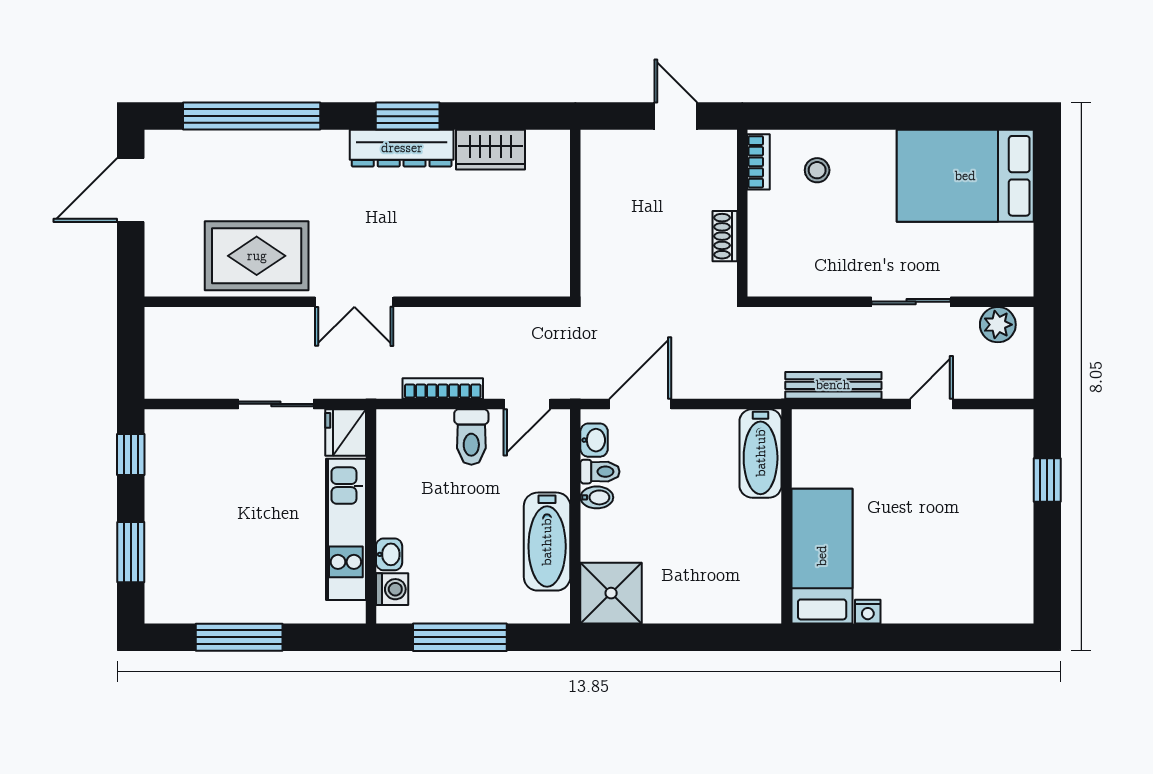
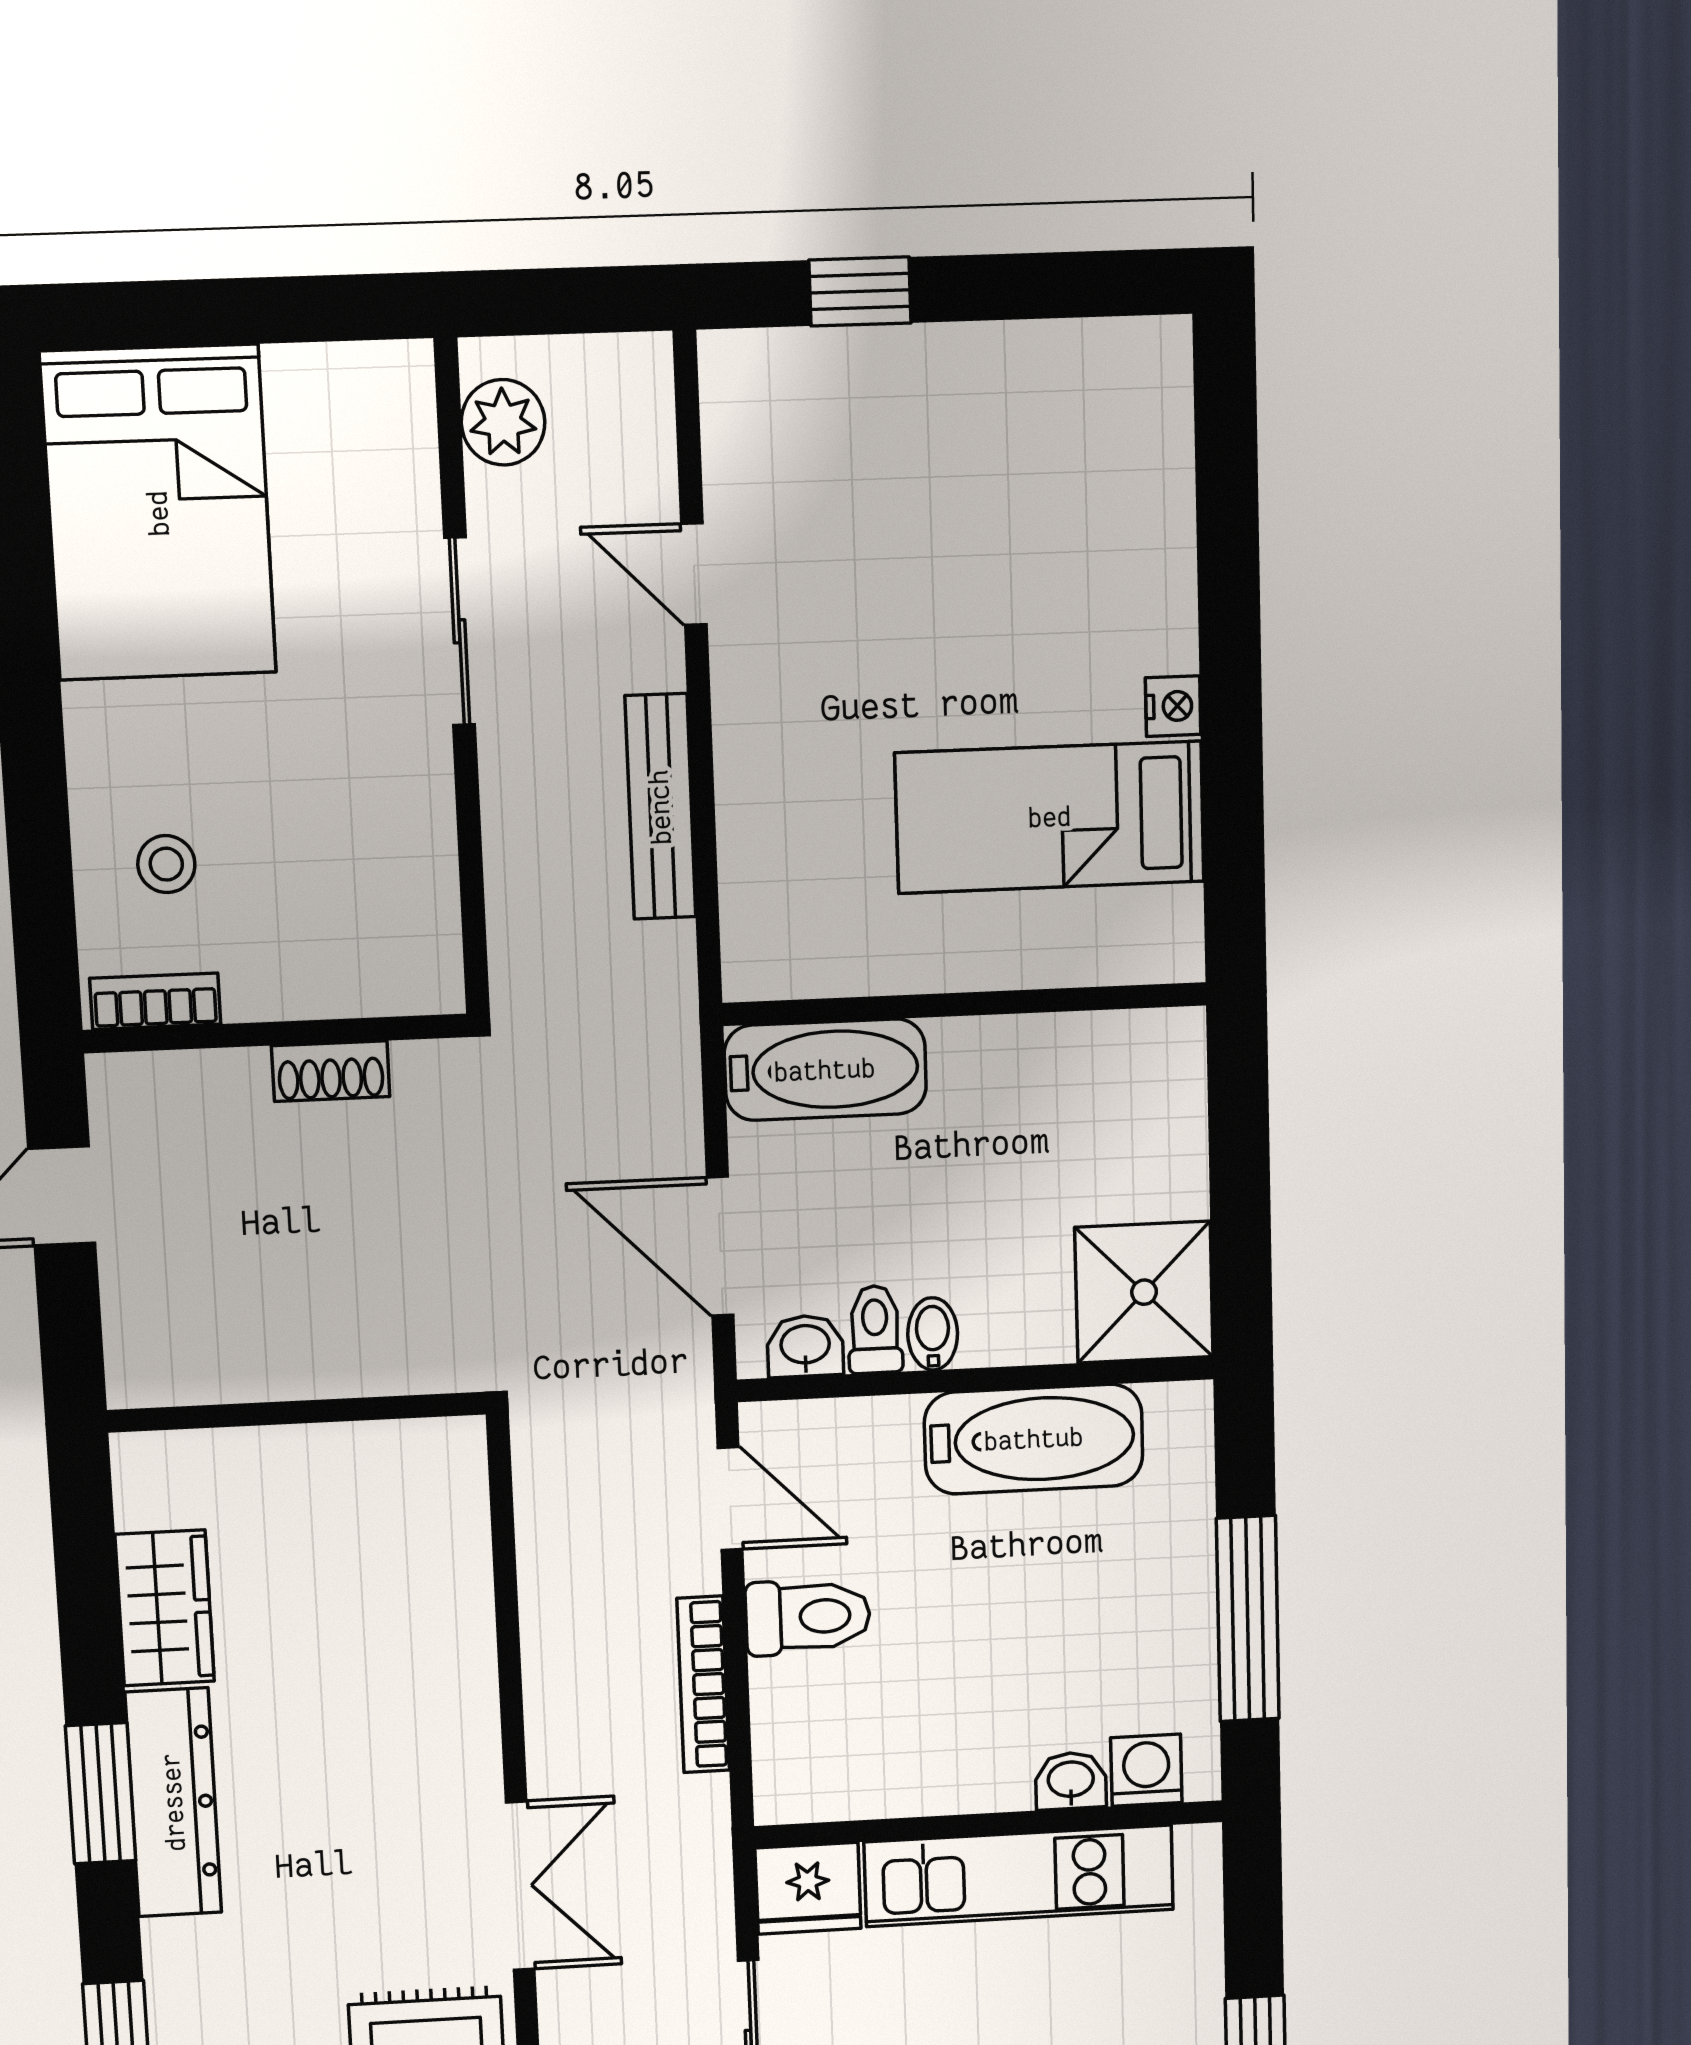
bathtub: (761, 453) -> (825, 1070), moved
wall: (787, 516) -> (965, 1004), moved

